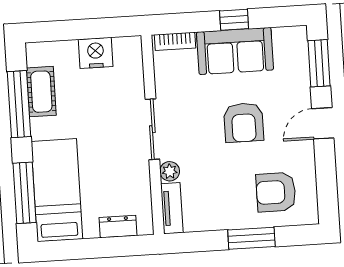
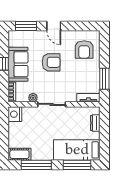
nightstand: (96, 53) -> (15, 114), moved
cot: (41, 92) -> (19, 154), moved
plant: (170, 171) -> (33, 98), moved
window: (251, 238) -> (104, 79), moved

